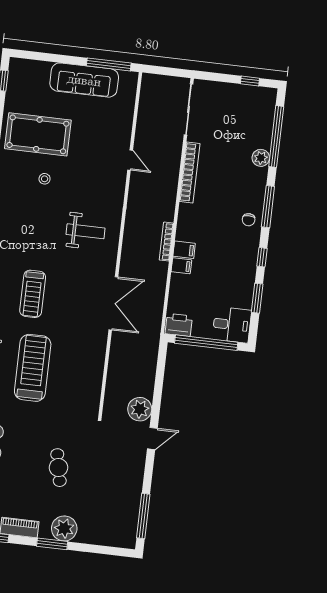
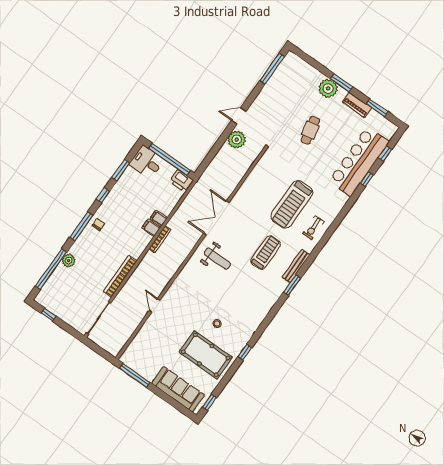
sofa: (84, 80) -> (178, 389), moved
weight bench: (86, 231) -> (217, 259), moved, turned 180

